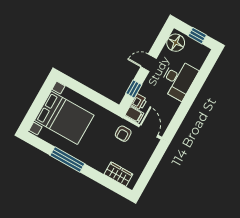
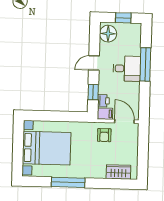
desk: (178, 79) -> (127, 69), width x0.73
window: (195, 89) -> (145, 64), added

